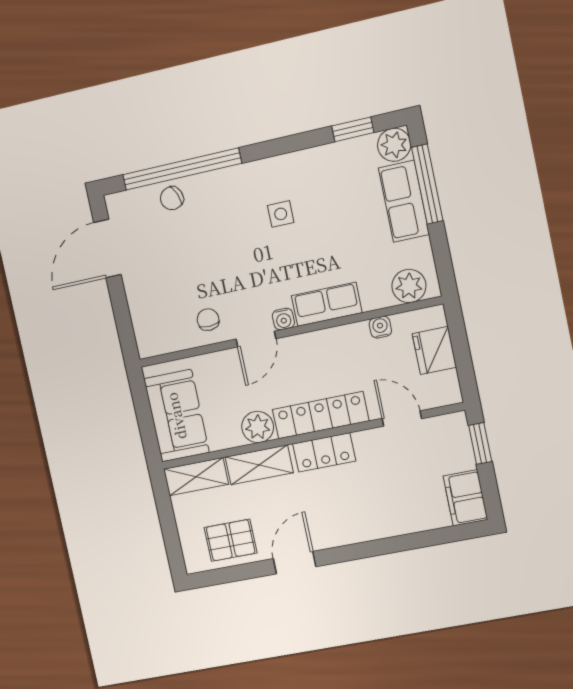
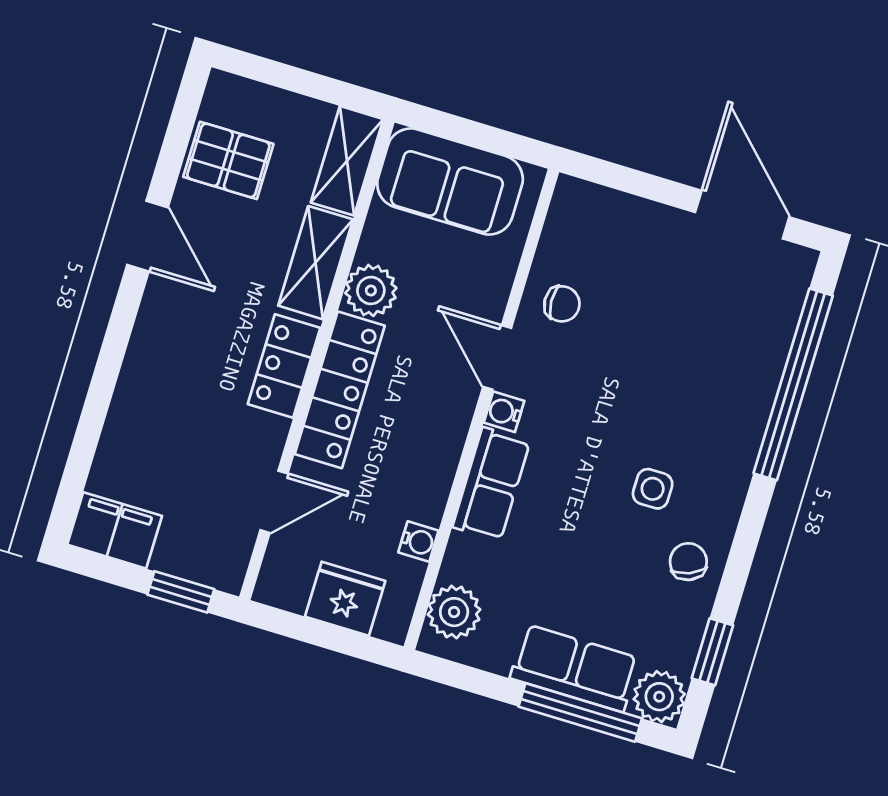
chair: (172, 198) -> (688, 562), moved
pallet: (231, 540) -> (228, 160), turned 90

